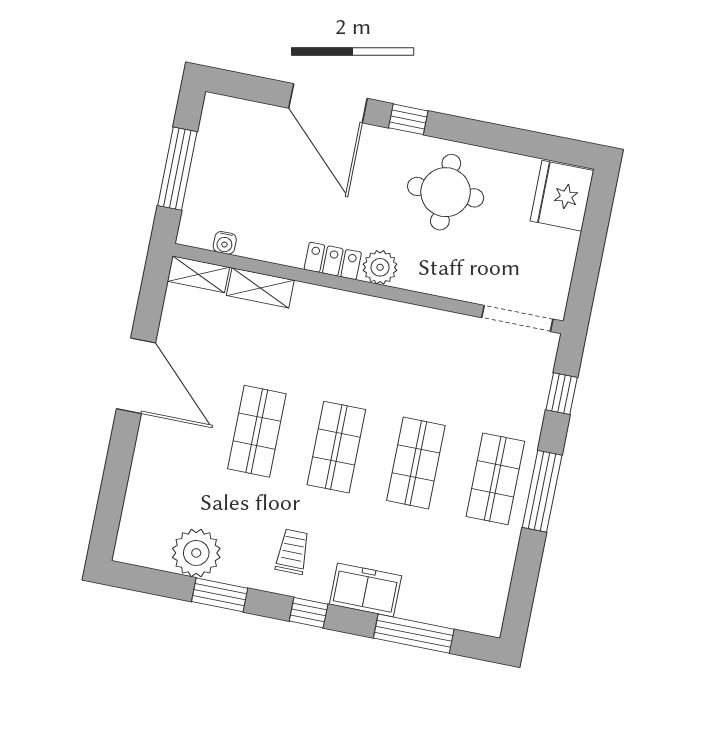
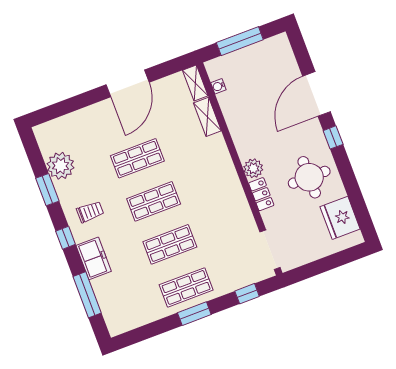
fridge: (562, 196) -> (340, 218), moved, turned -90
locker: (333, 261) -> (261, 194), moved
window: (542, 491) -> (194, 314), width x0.69

